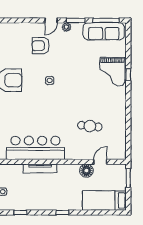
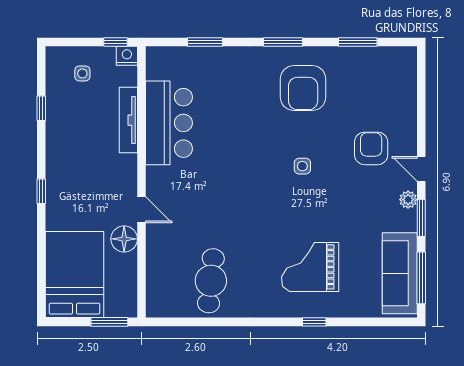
grand piano: (112, 72) -> (310, 267), moved
cafe table: (90, 126) -> (211, 281), moved, width x1.37, depth x1.35
bar counter: (35, 148) -> (169, 123), width x0.73
door: (100, 162) -> (141, 210), moved
tv unit: (40, 168) -> (128, 120), moved
bed: (104, 201) -> (75, 275), width x1.50

